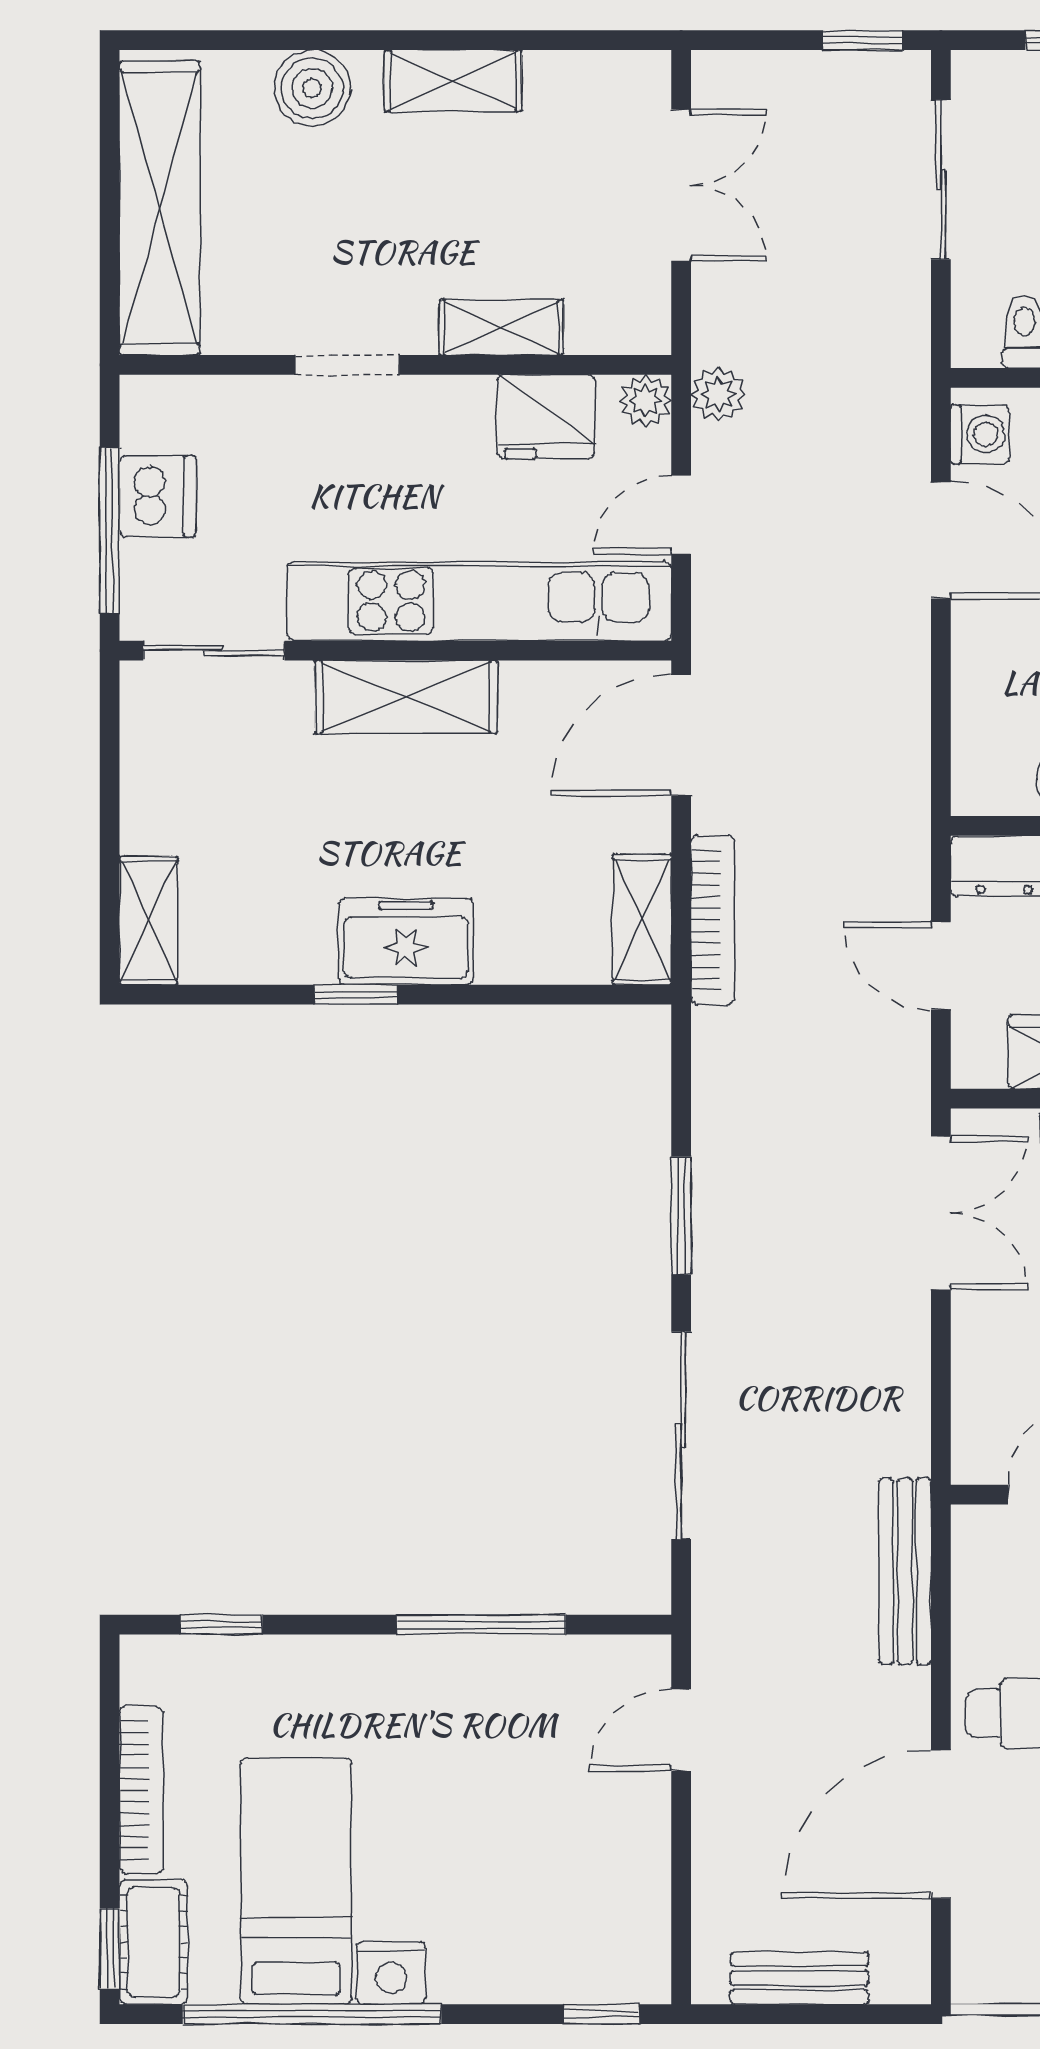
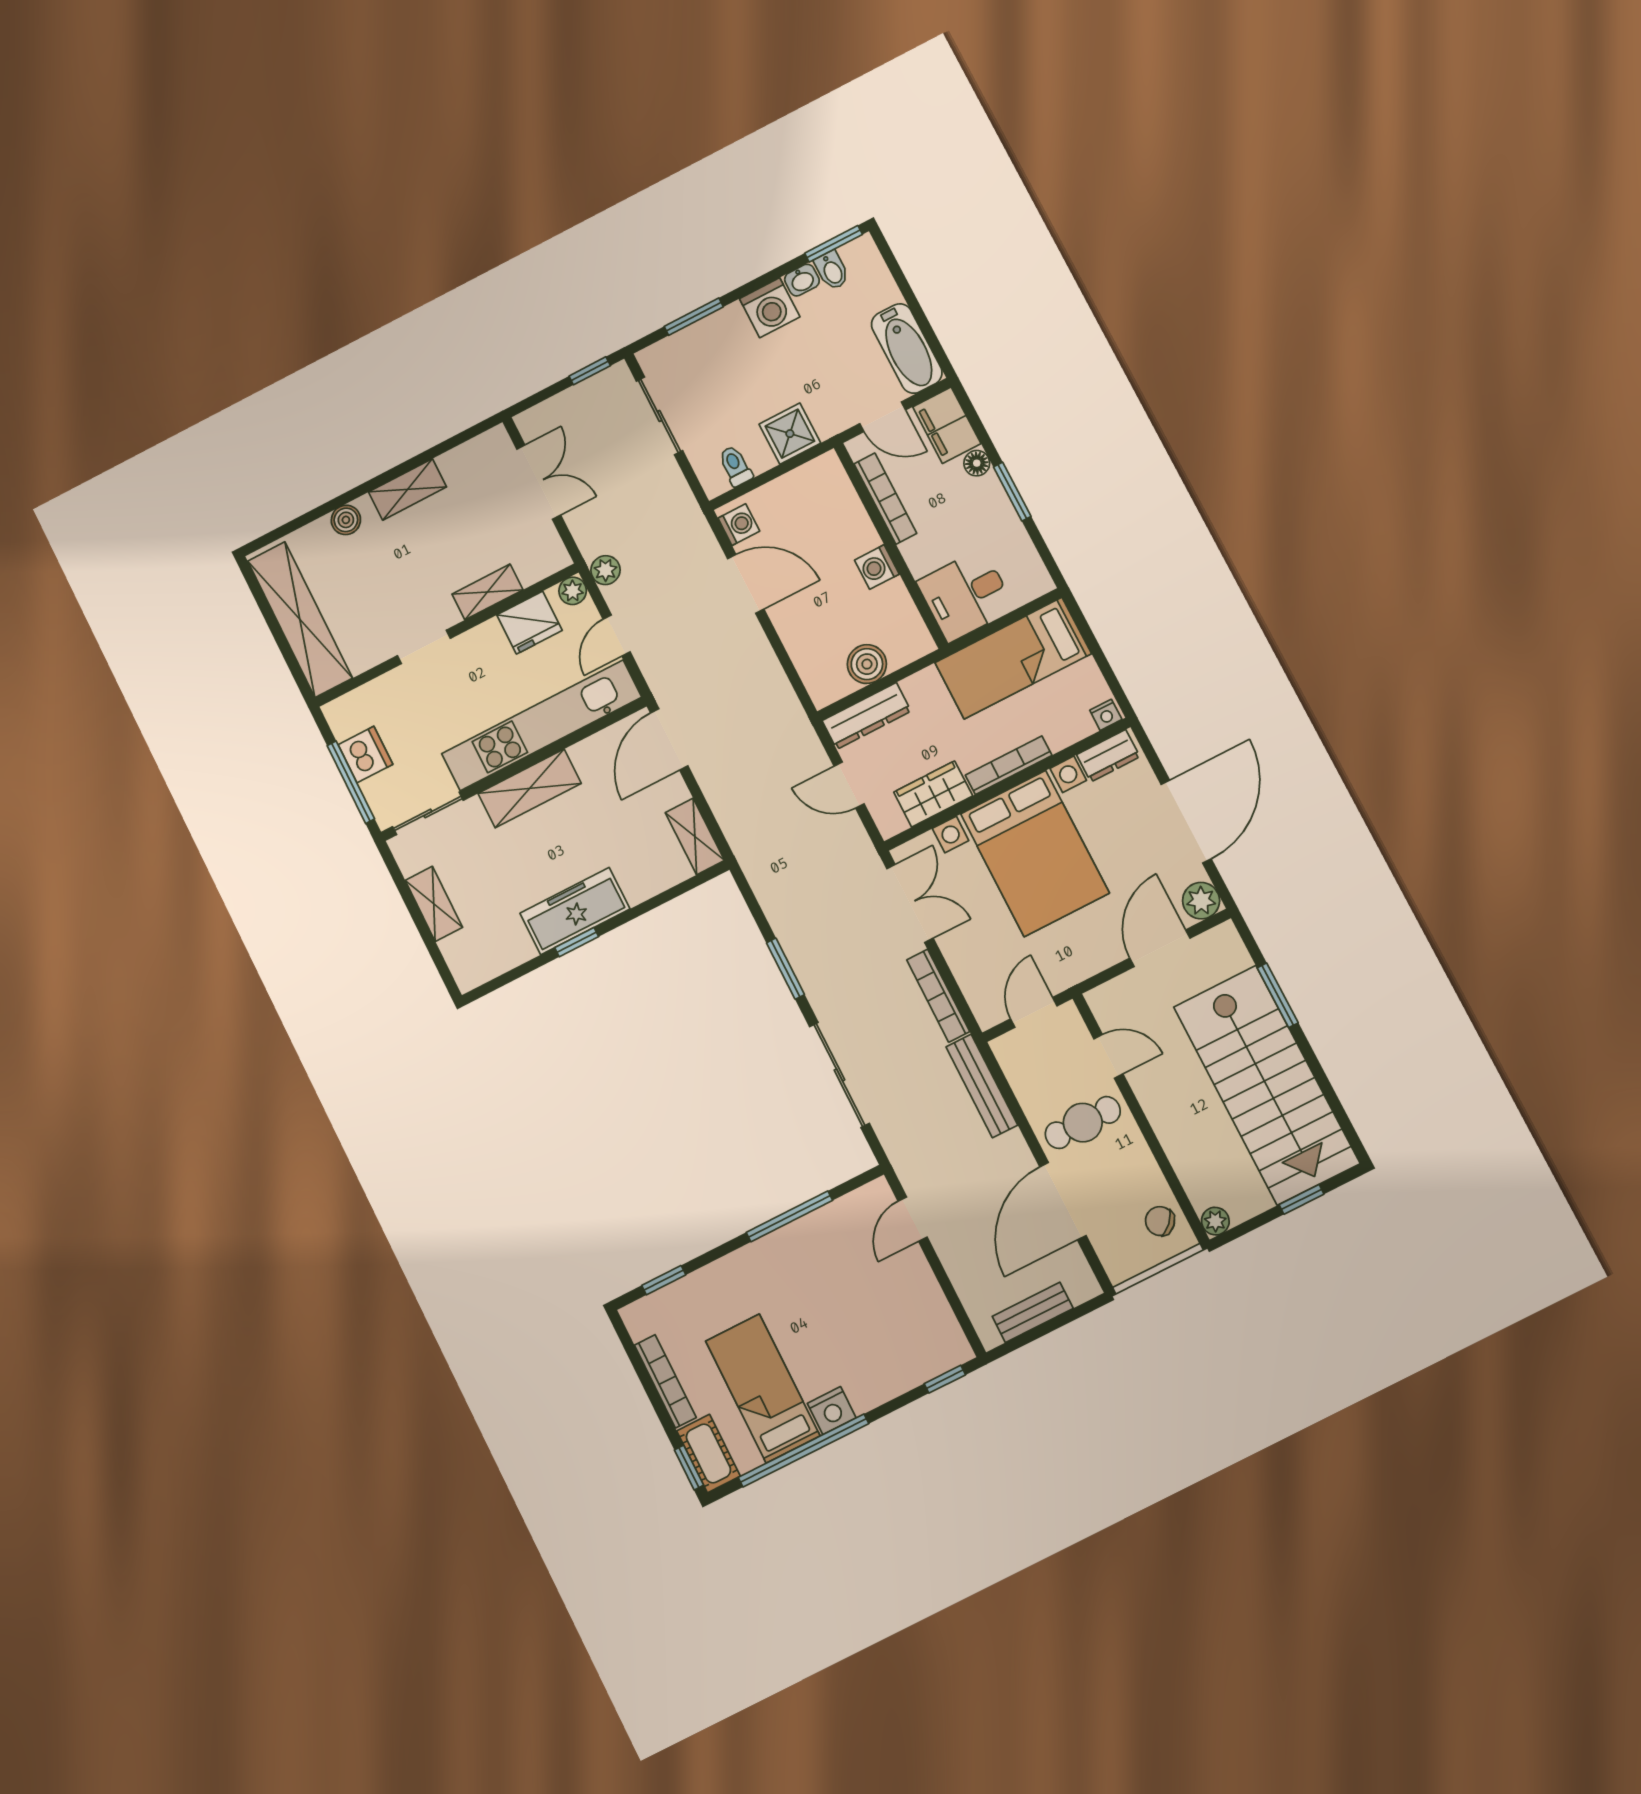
boiler: (312, 88) -> (346, 520), width x0.73, depth x0.73
bookcase: (713, 920) -> (938, 996), moved, turned 180
shelving: (148, 921) -> (434, 904), moved
freezer: (406, 941) -> (575, 911), width x1.40

